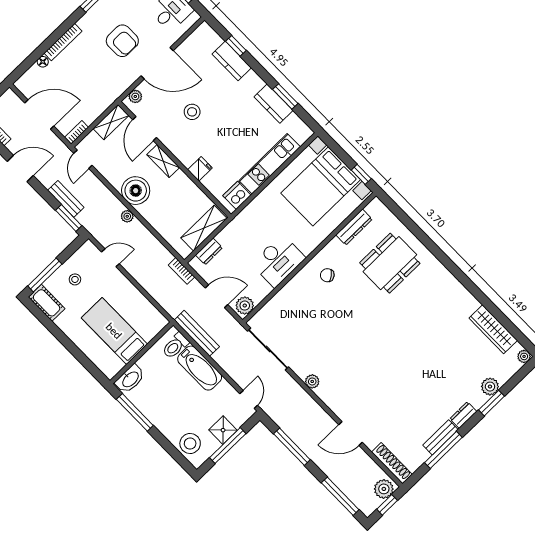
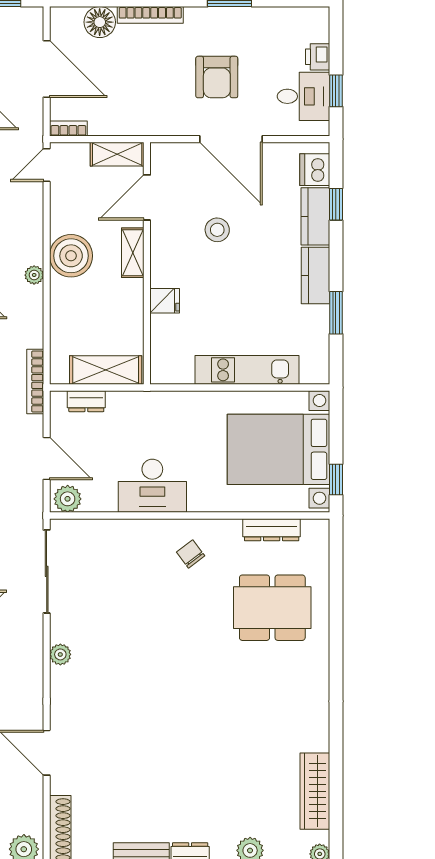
floor lamp: (43, 62) -> (100, 22), width x1.89, depth x1.89
plant: (135, 96) -> (171, 152), removed
kitchen counter: (274, 104) -> (316, 275), moved
dishwasher: (237, 195) -> (315, 170), moved, turned -90
bookcase: (182, 271) -> (35, 382), width x1.56

